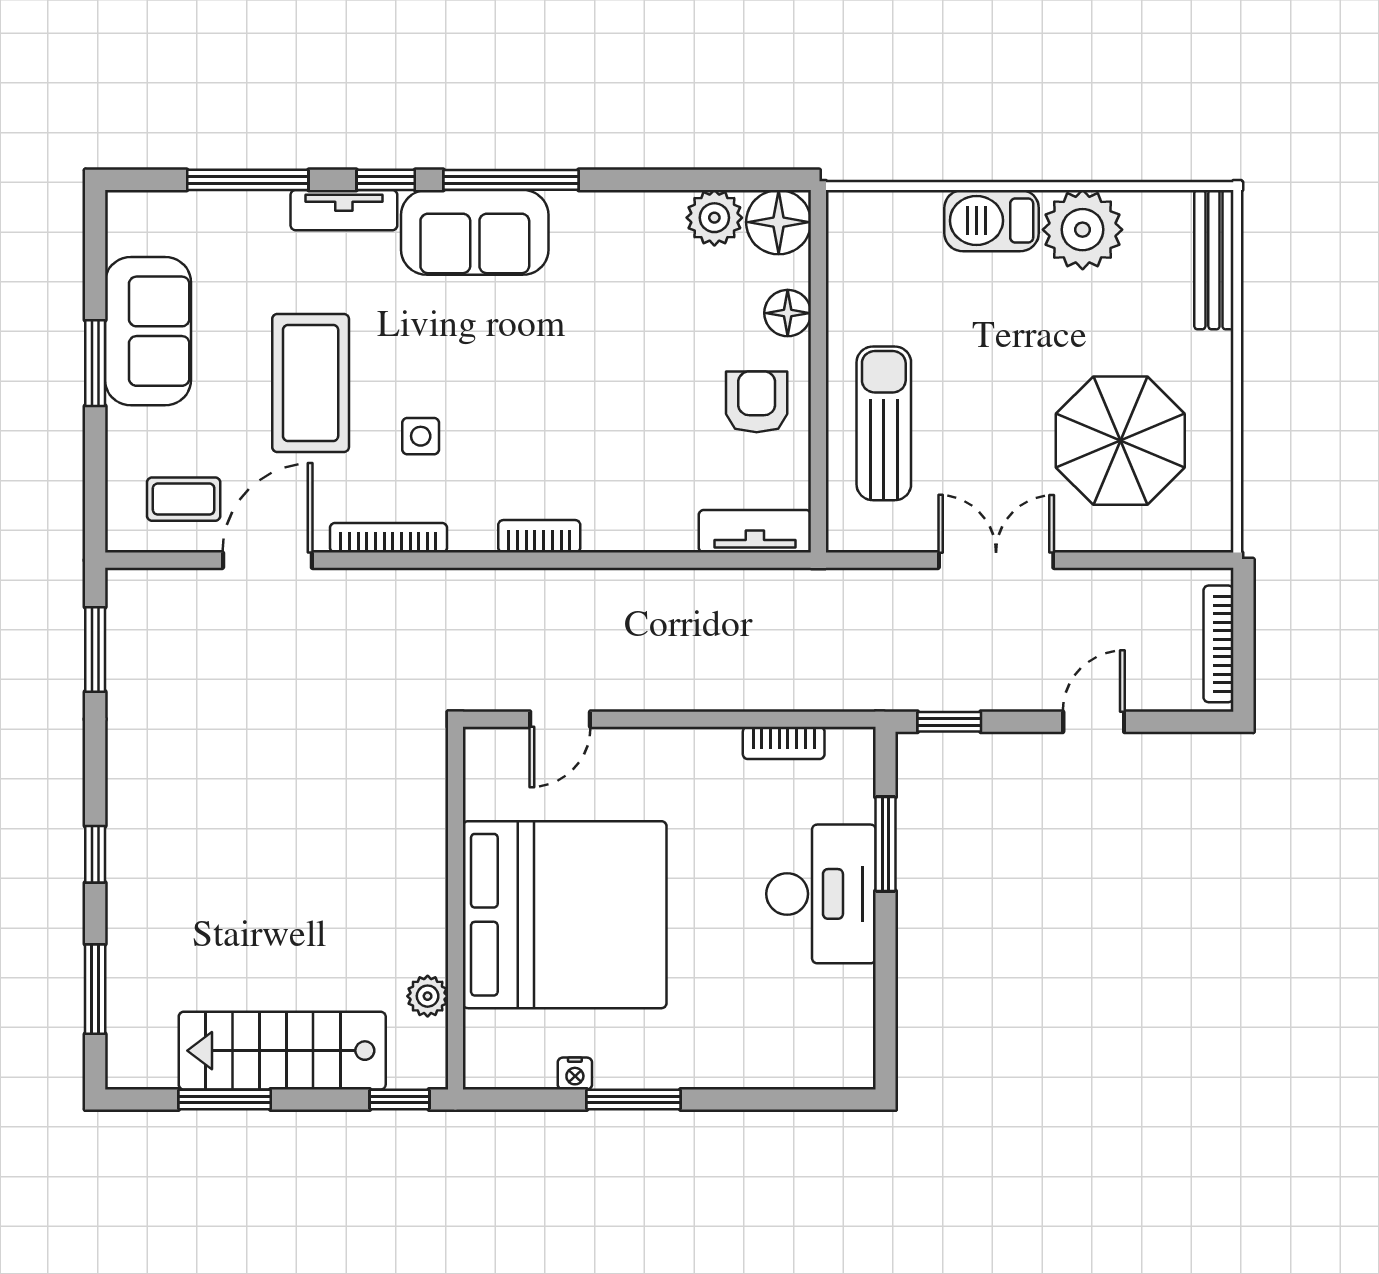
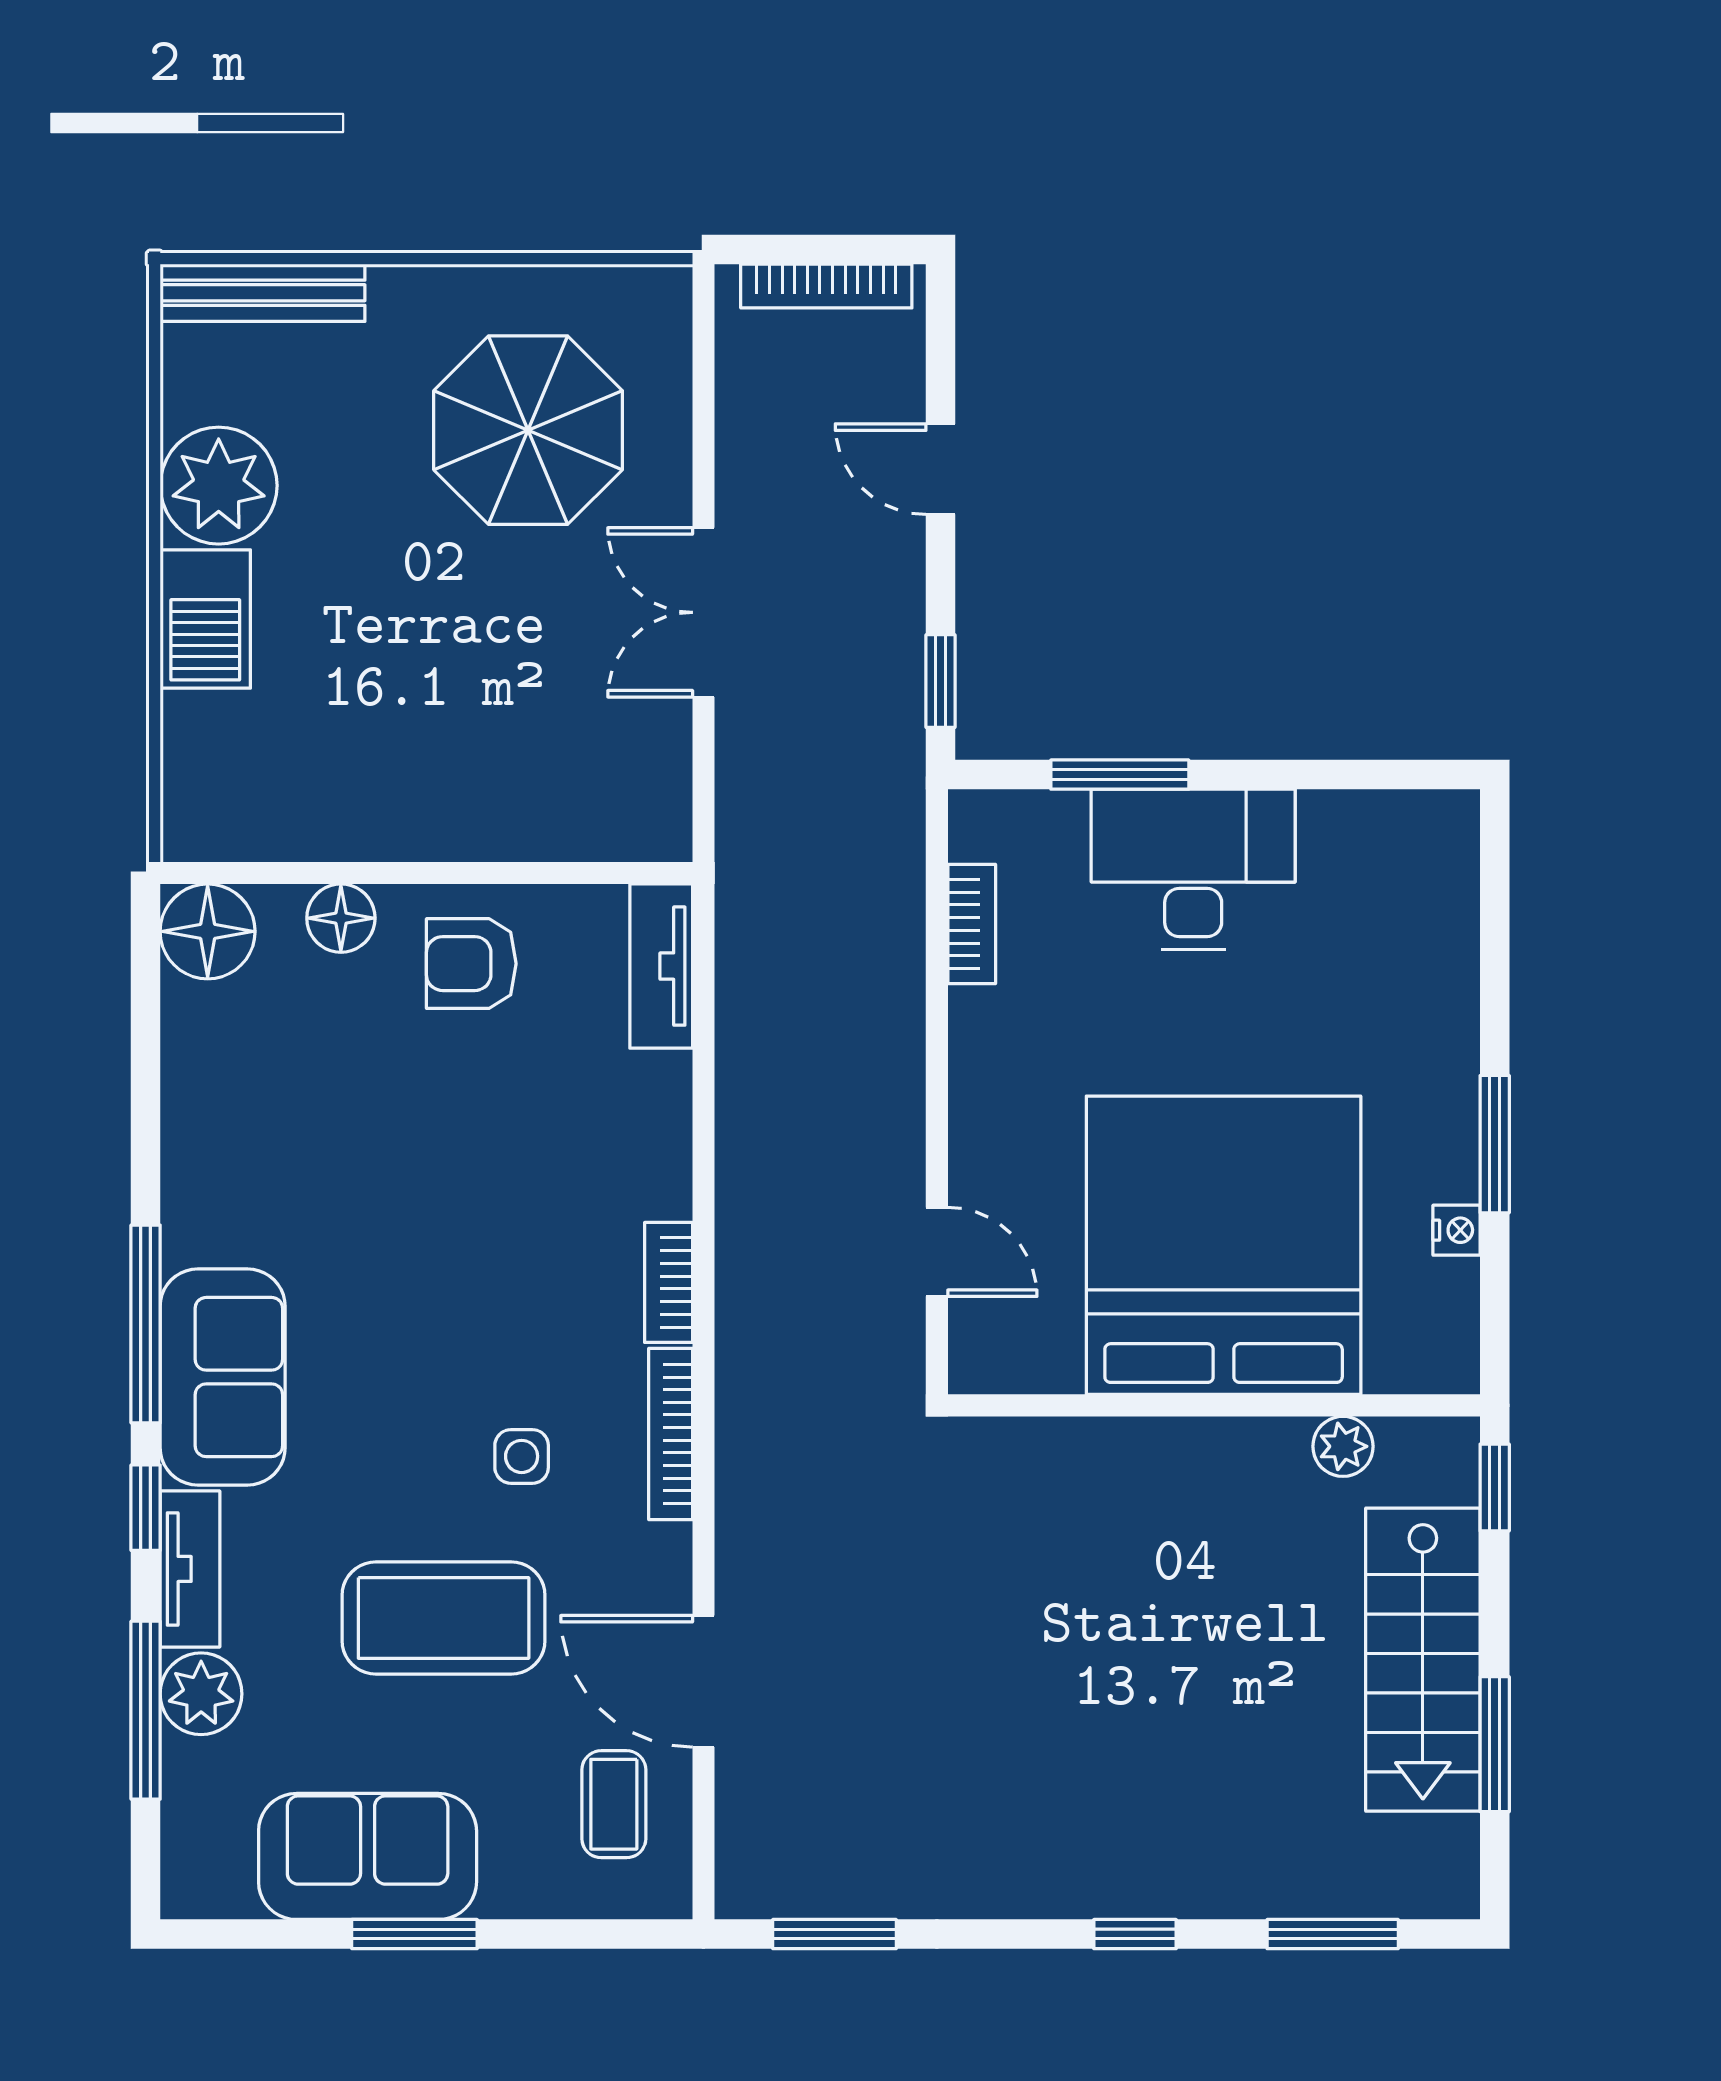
plant: (714, 218) -> (201, 1694), moved
sun lounger: (884, 423) -> (503, 777), removed
bookcase: (388, 538) -> (671, 1434), moved

